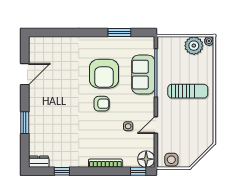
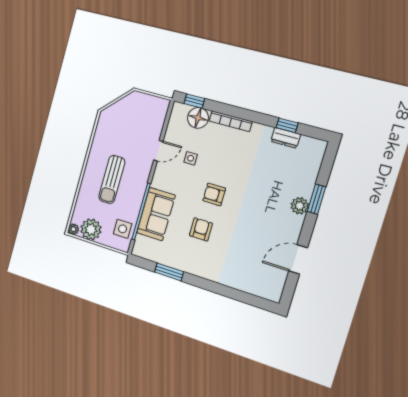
armchair: (104, 74) -> (201, 229), width x0.53, depth x0.53
sun lounger: (188, 91) -> (112, 179), turned -90
plant: (35, 114) -> (300, 206), added
floor lamp: (146, 159) -> (198, 118), moved
side table: (171, 160) -> (123, 229), moved
dresser: (39, 162) -> (286, 138), moved

